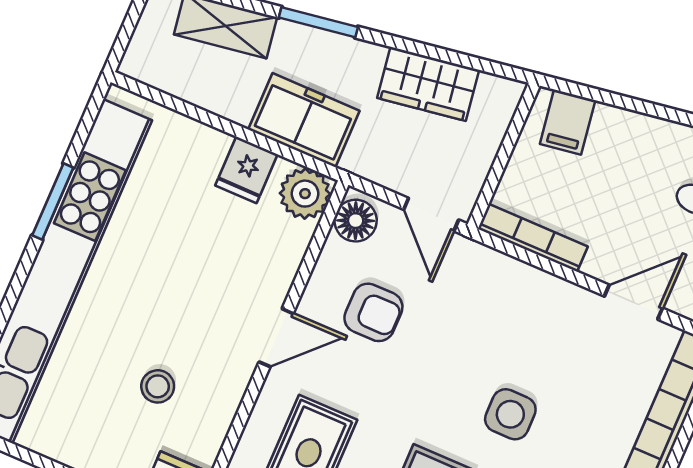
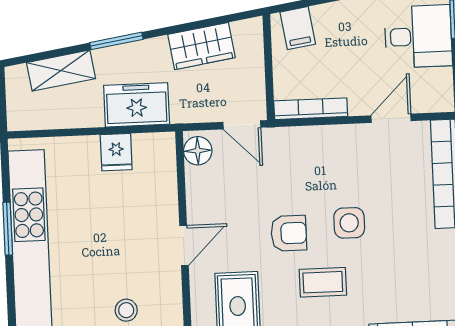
plant: (305, 194) -> (159, 149), removed
armchair: (373, 312) -> (289, 233), moved

